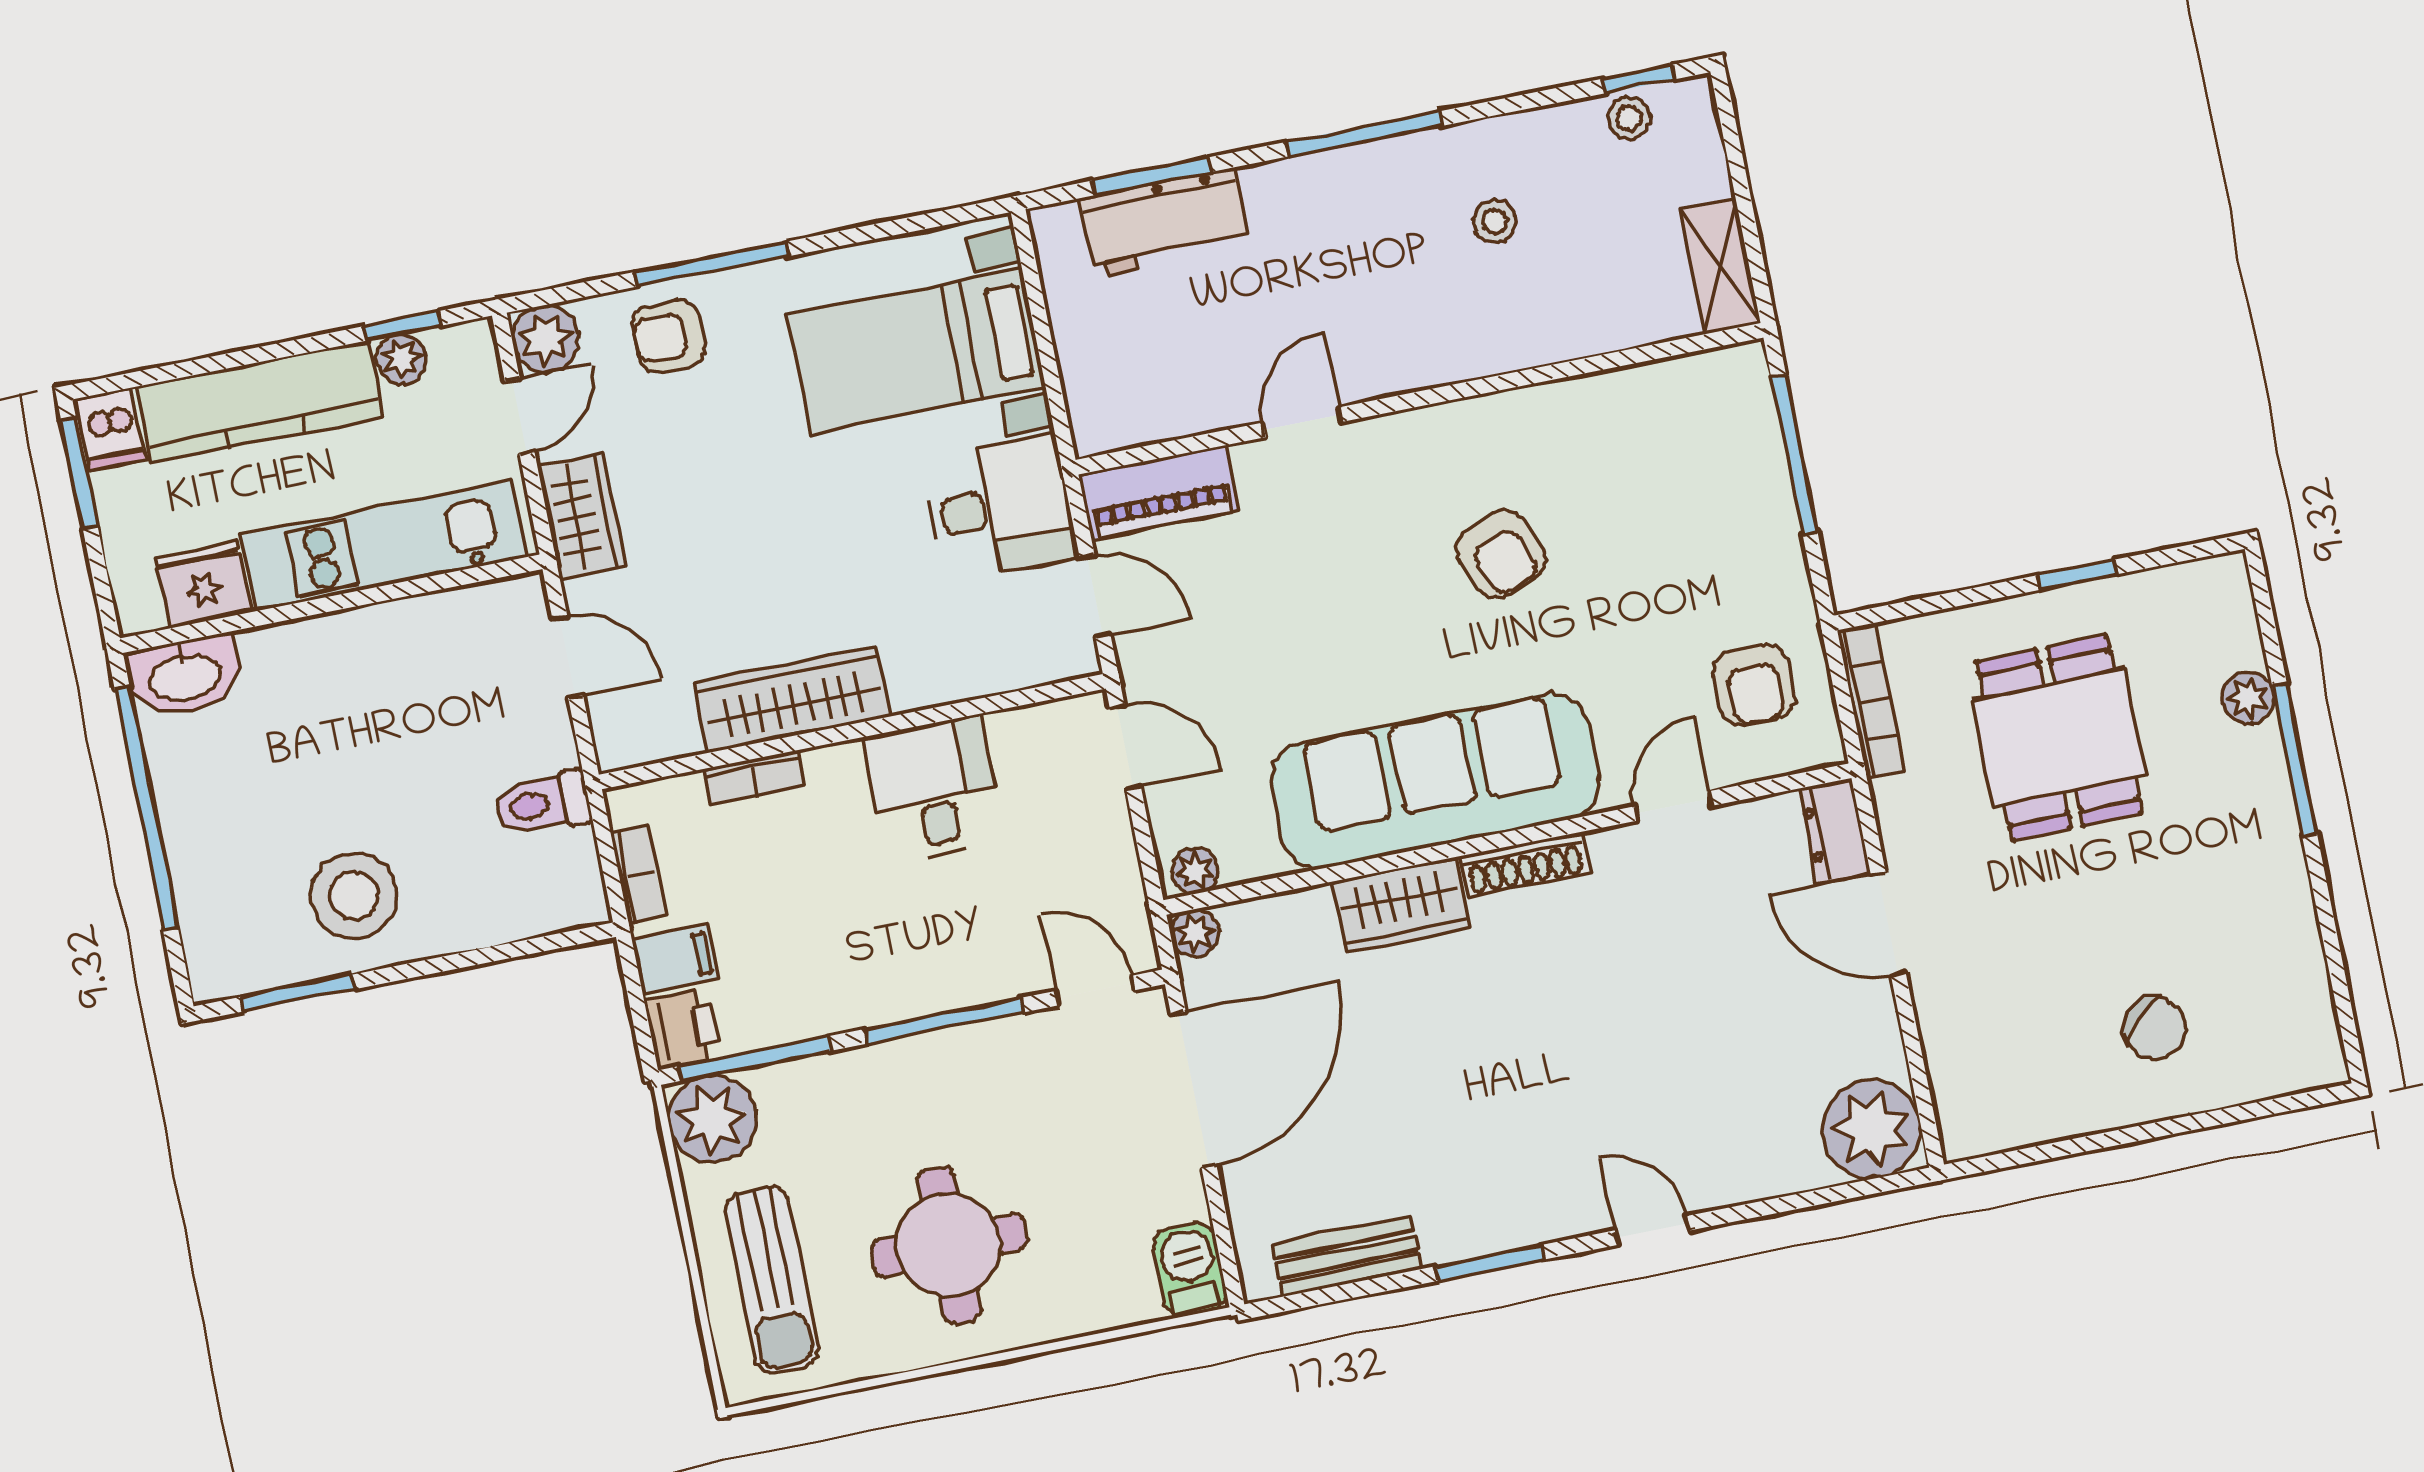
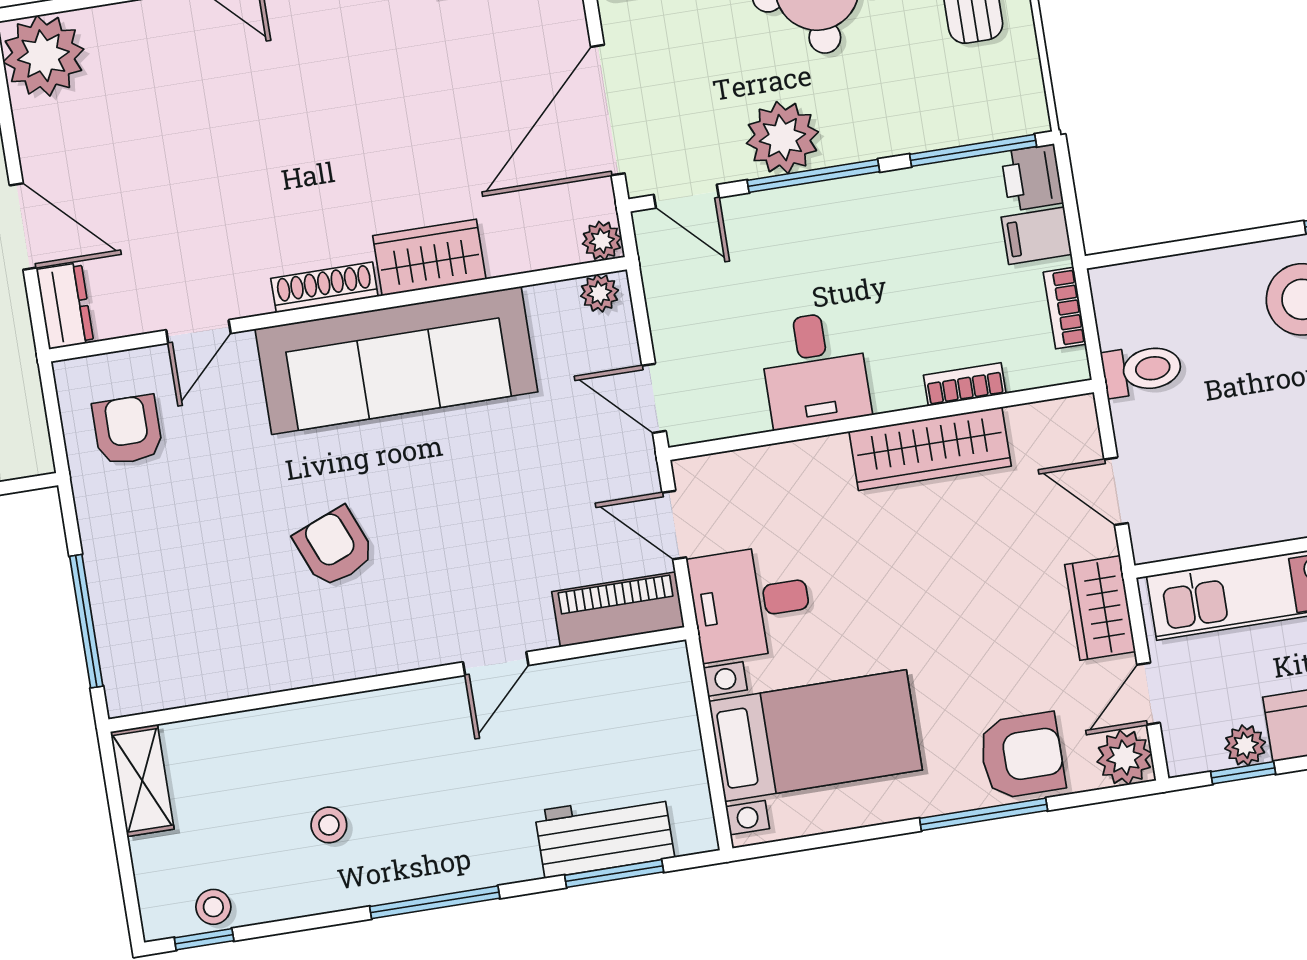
armchair: (668, 336) -> (1022, 756), width x1.38, depth x1.38
bookcase: (1871, 701) -> (30, 413), removed
plant: (712, 1119) -> (782, 138), moved

